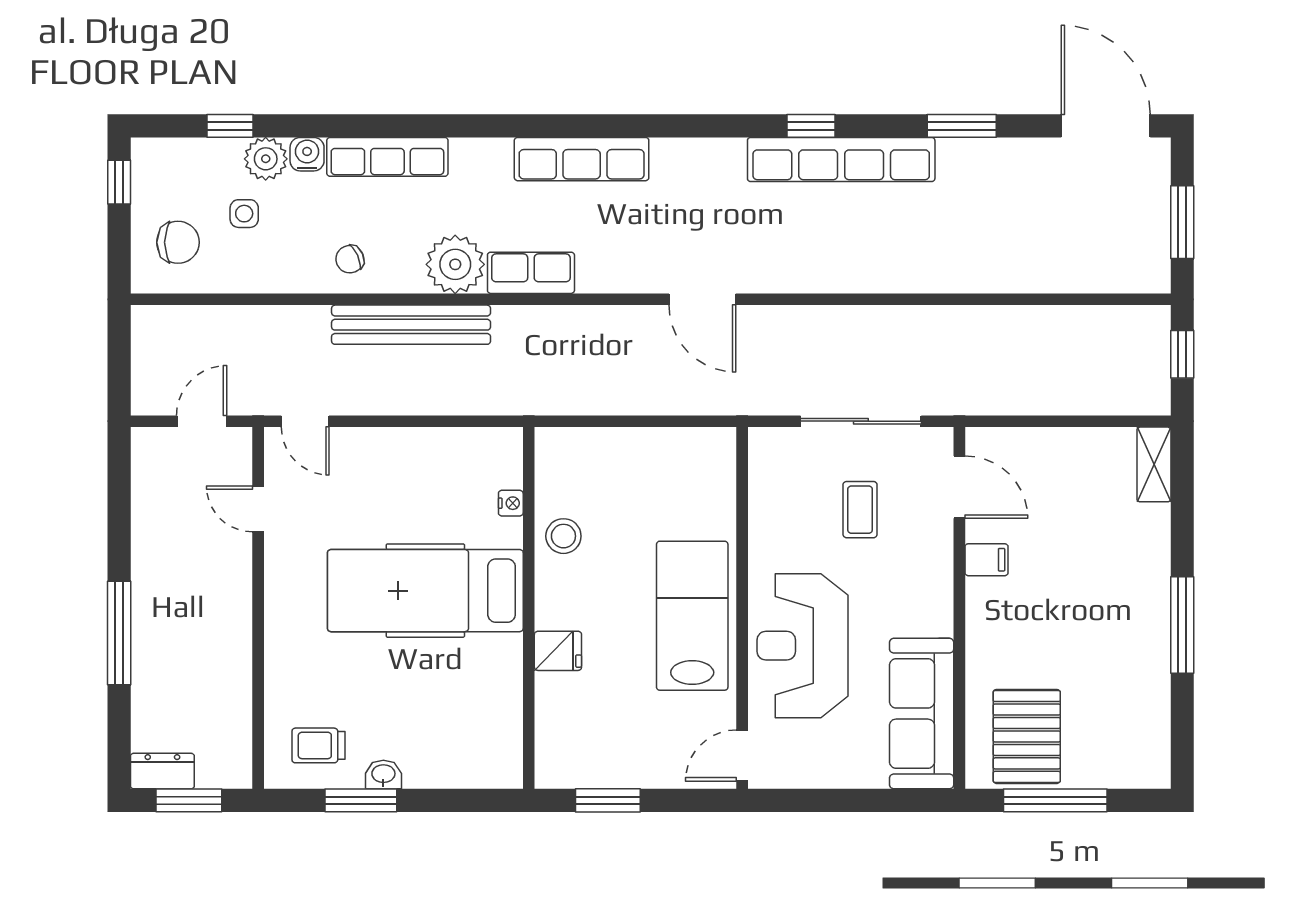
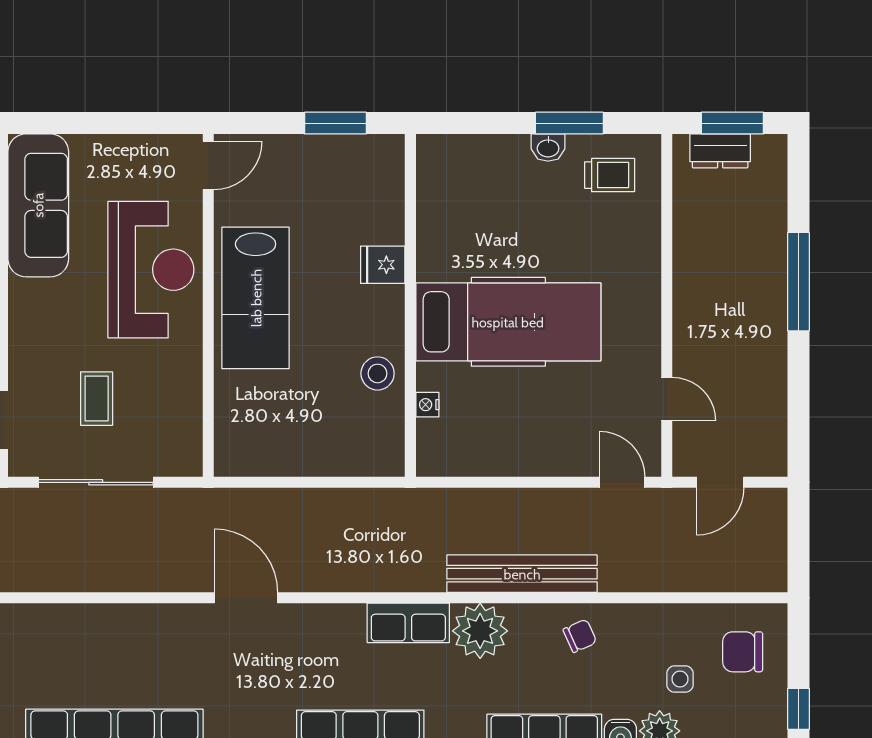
dresser: (162, 771) -> (720, 151), moved

